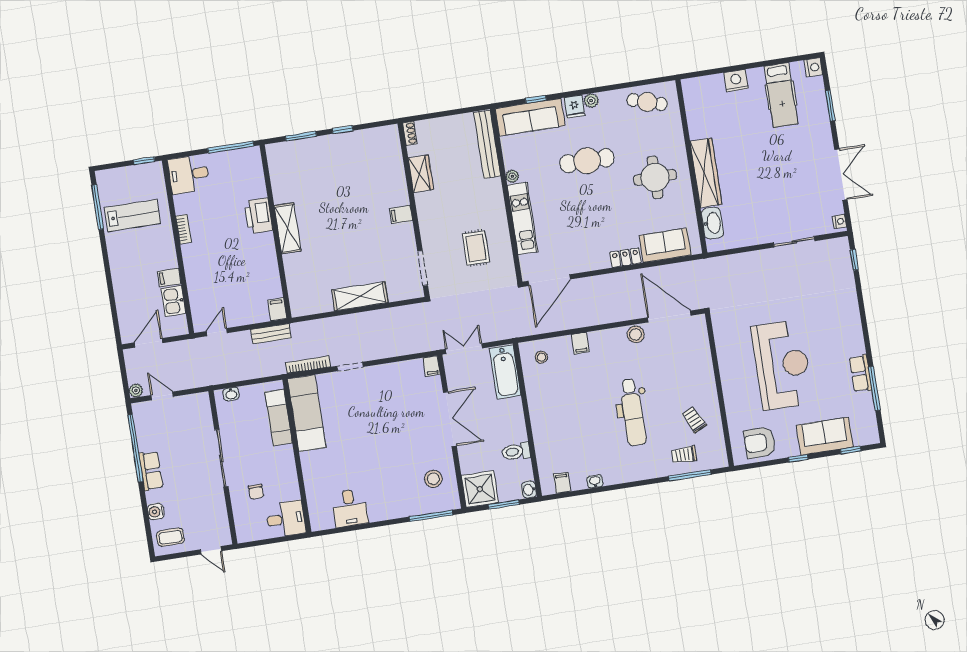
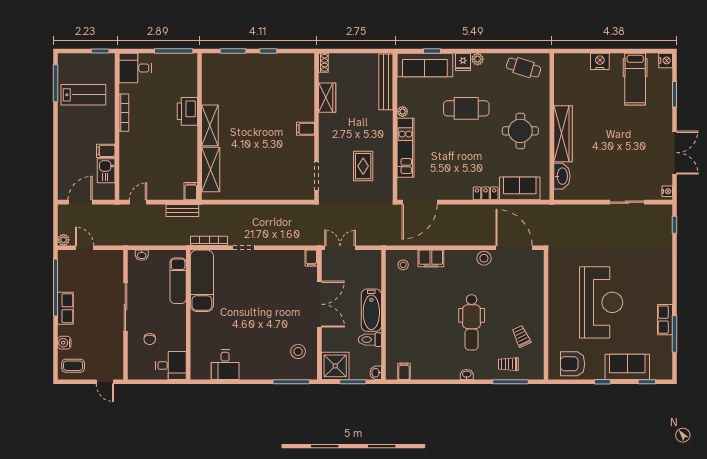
bookcase: (184, 229) -> (124, 113), width x1.56
shelving: (360, 296) -> (211, 170), moved, turned 90
filing cabinet: (580, 343) -> (431, 258), width x2.00
bathtub: (505, 372) -> (371, 310), moved
washbasin: (595, 481) -> (467, 374), moved

